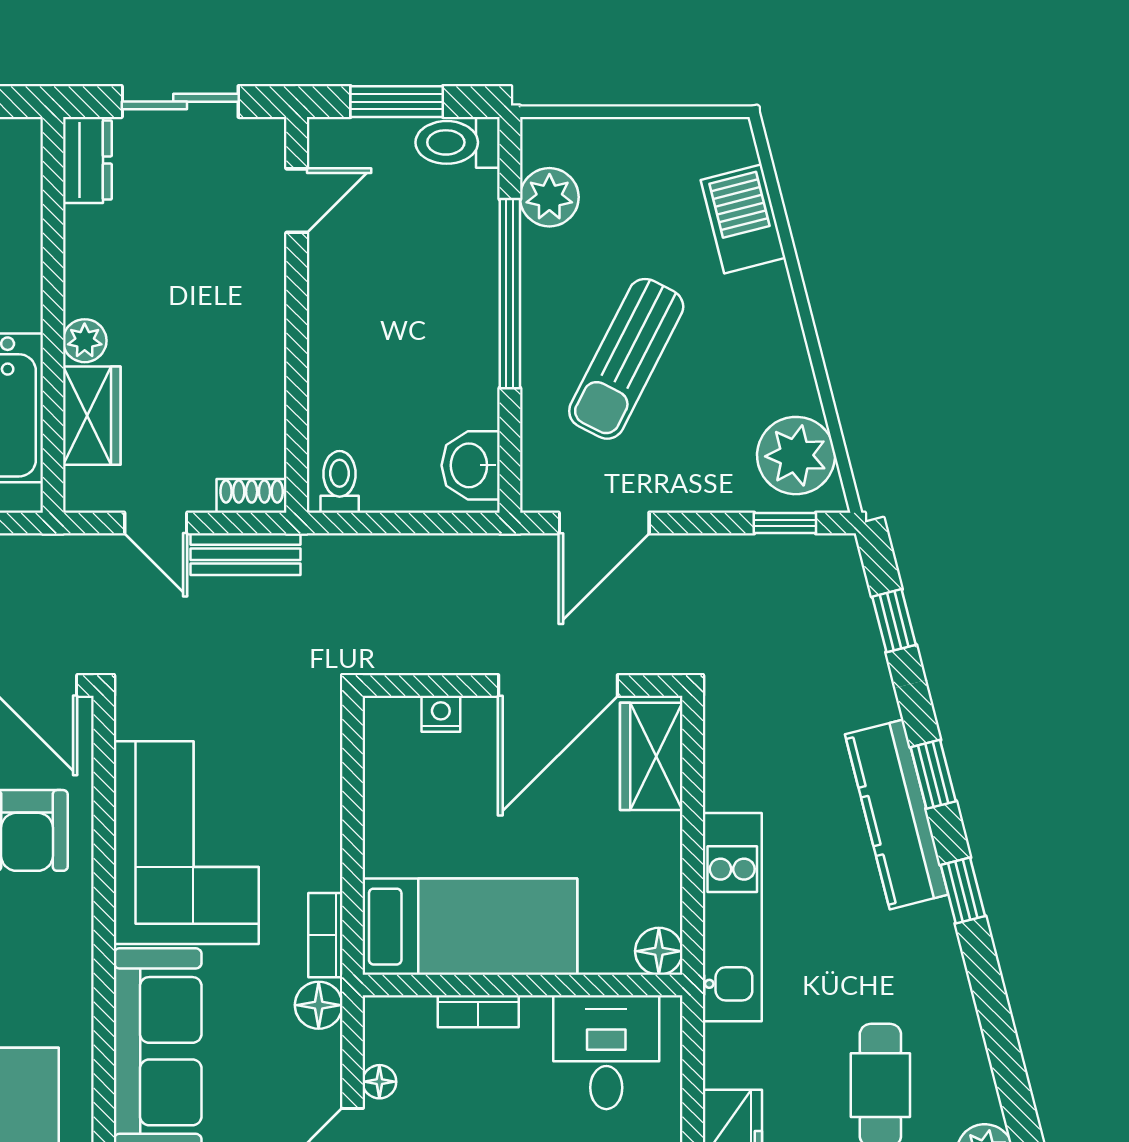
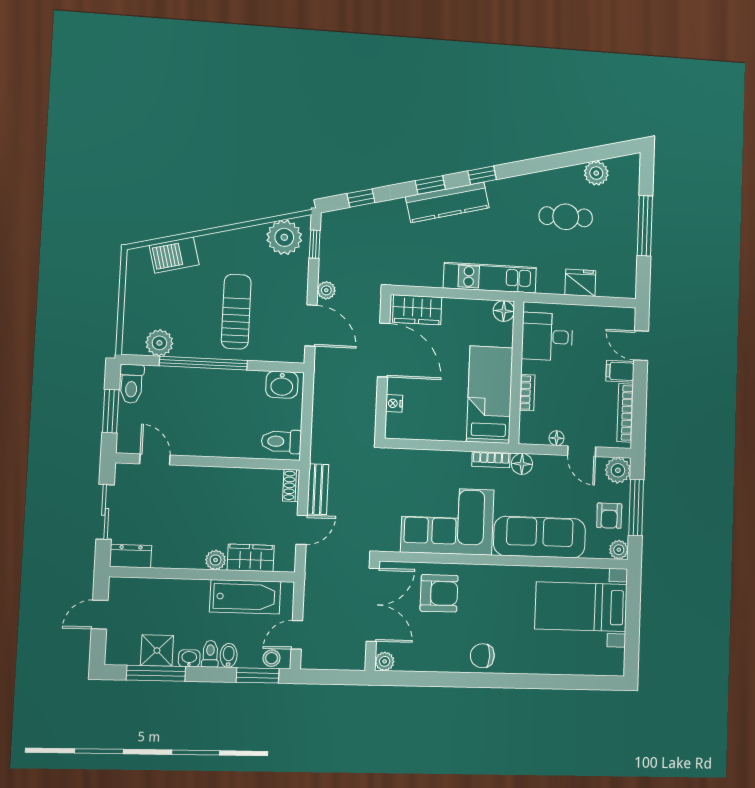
sun lounger: (626, 359) -> (236, 312), turned -117
toilet: (340, 482) -> (281, 441), width x1.37, depth x1.39
plant: (684, 553) -> (326, 290), added

